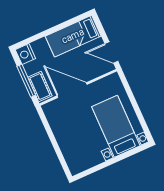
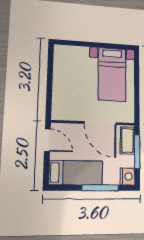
window: (45, 33) -> (100, 188), added
bed with nightstands: (116, 126) -> (112, 74), moved

